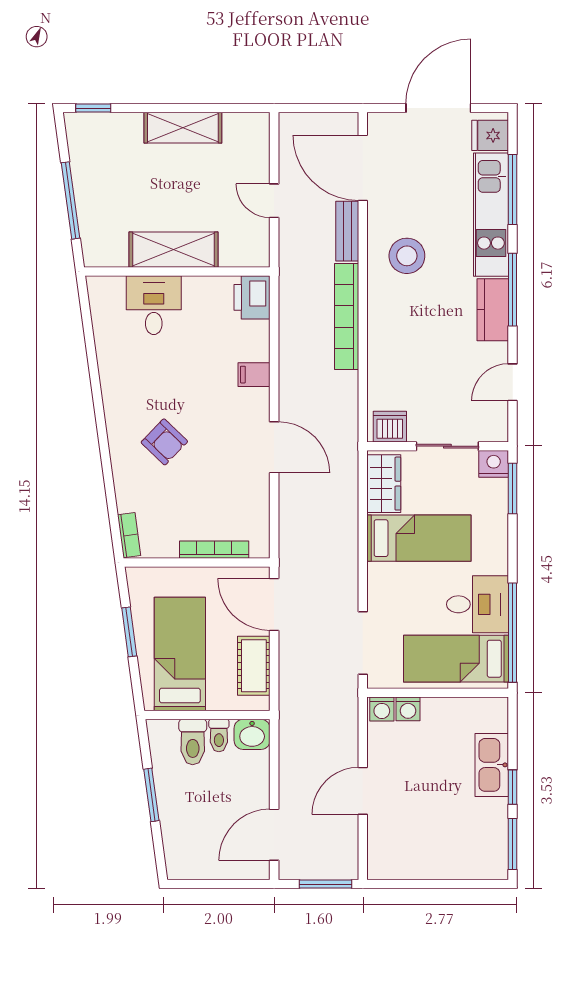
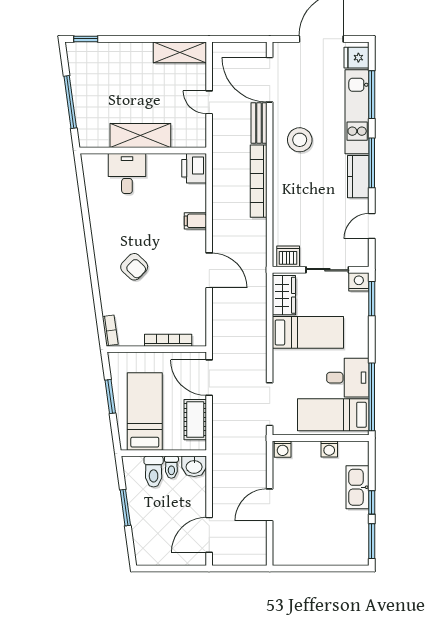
shelving: (183, 128) -> (180, 52), moved
washing machine: (408, 709) -> (329, 449), moved
window: (325, 884) -> (244, 569), removed

